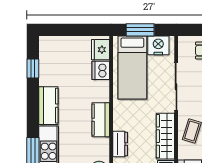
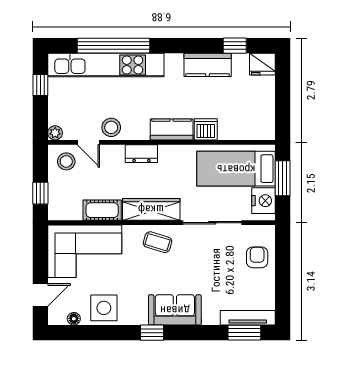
fridge: (100, 50) -> (262, 64), moved, turned 180
dishwasher: (101, 70) -> (206, 129), moved
kitchen counter: (48, 106) -> (208, 65), moved

